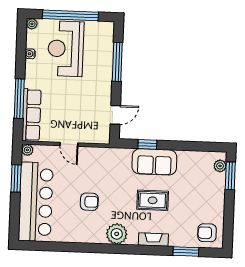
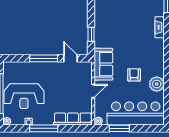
window: (117, 62) -> (44, 58), moved
window: (19, 99) -> (44, 128), moved
sofa: (154, 162) -> (103, 64), moved
rug: (153, 200) -> (131, 29), removed
plant: (117, 234) -> (157, 84), moved

